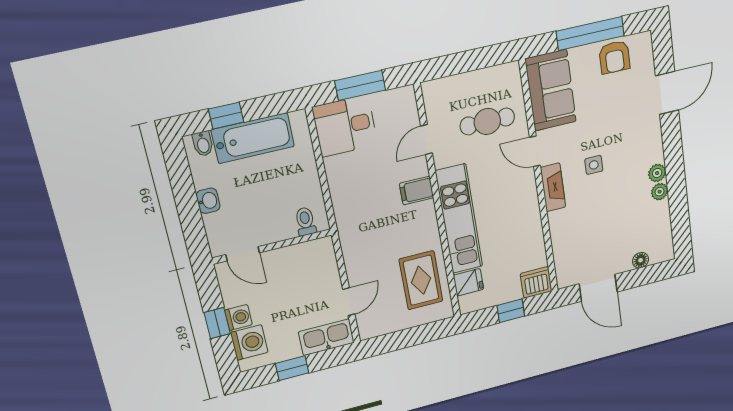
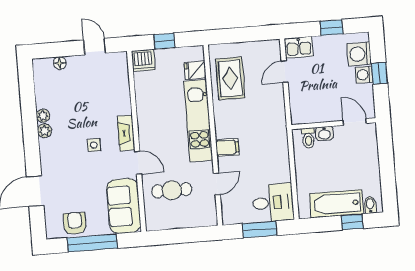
washbasin: (208, 201) -> (324, 134), moved, turned -90
door: (598, 288) -> (95, 47), width x0.73
kitchen sink: (326, 337) -> (299, 47), width x0.73

